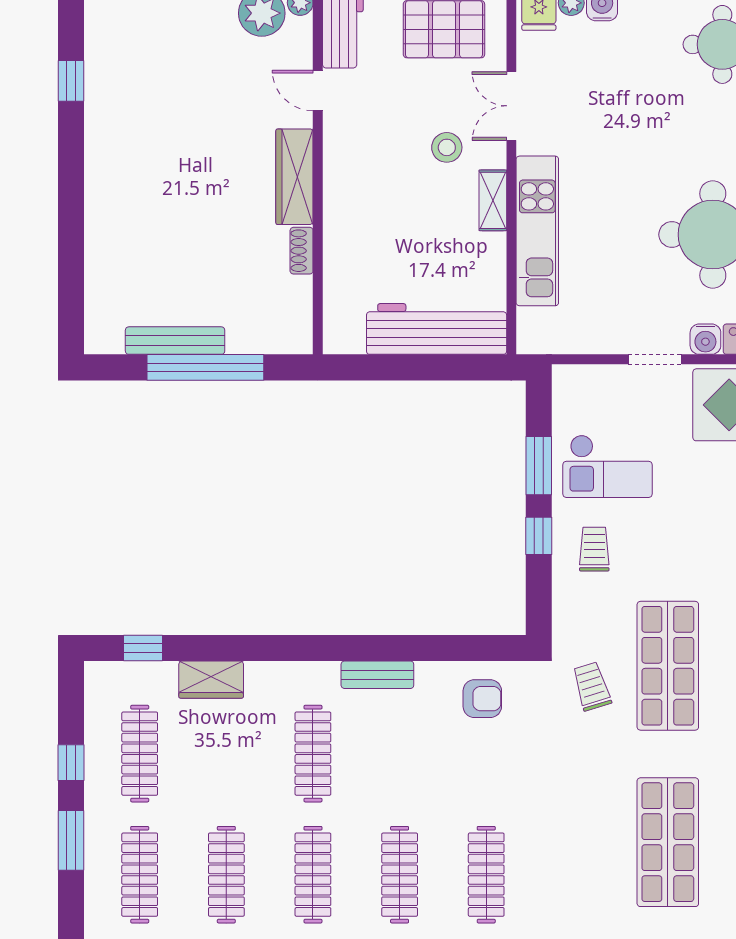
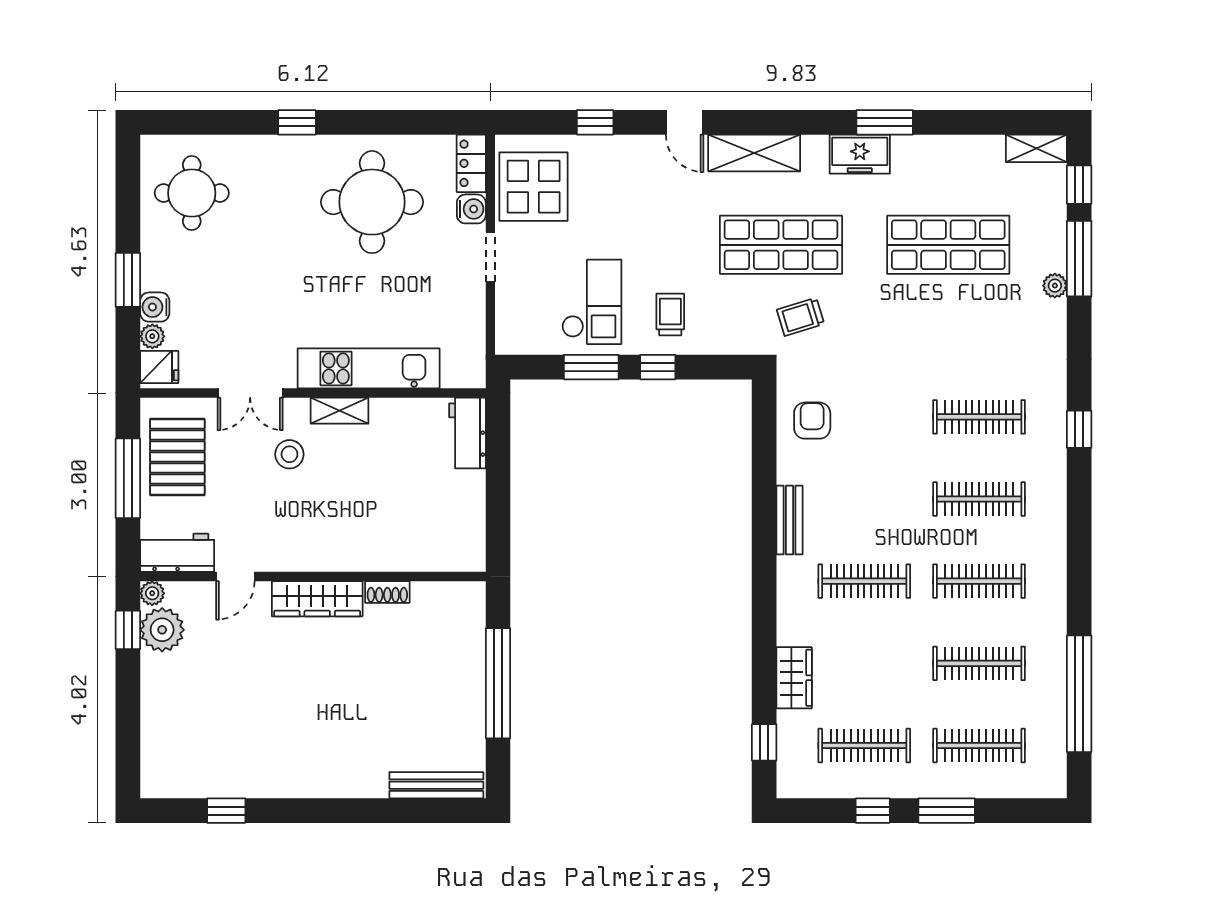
workbench: (437, 329) -> (467, 433), width x0.53, depth x0.76
bench: (175, 341) -> (436, 785), moved, turned 90
trolley: (594, 549) -> (670, 314), turned 90

